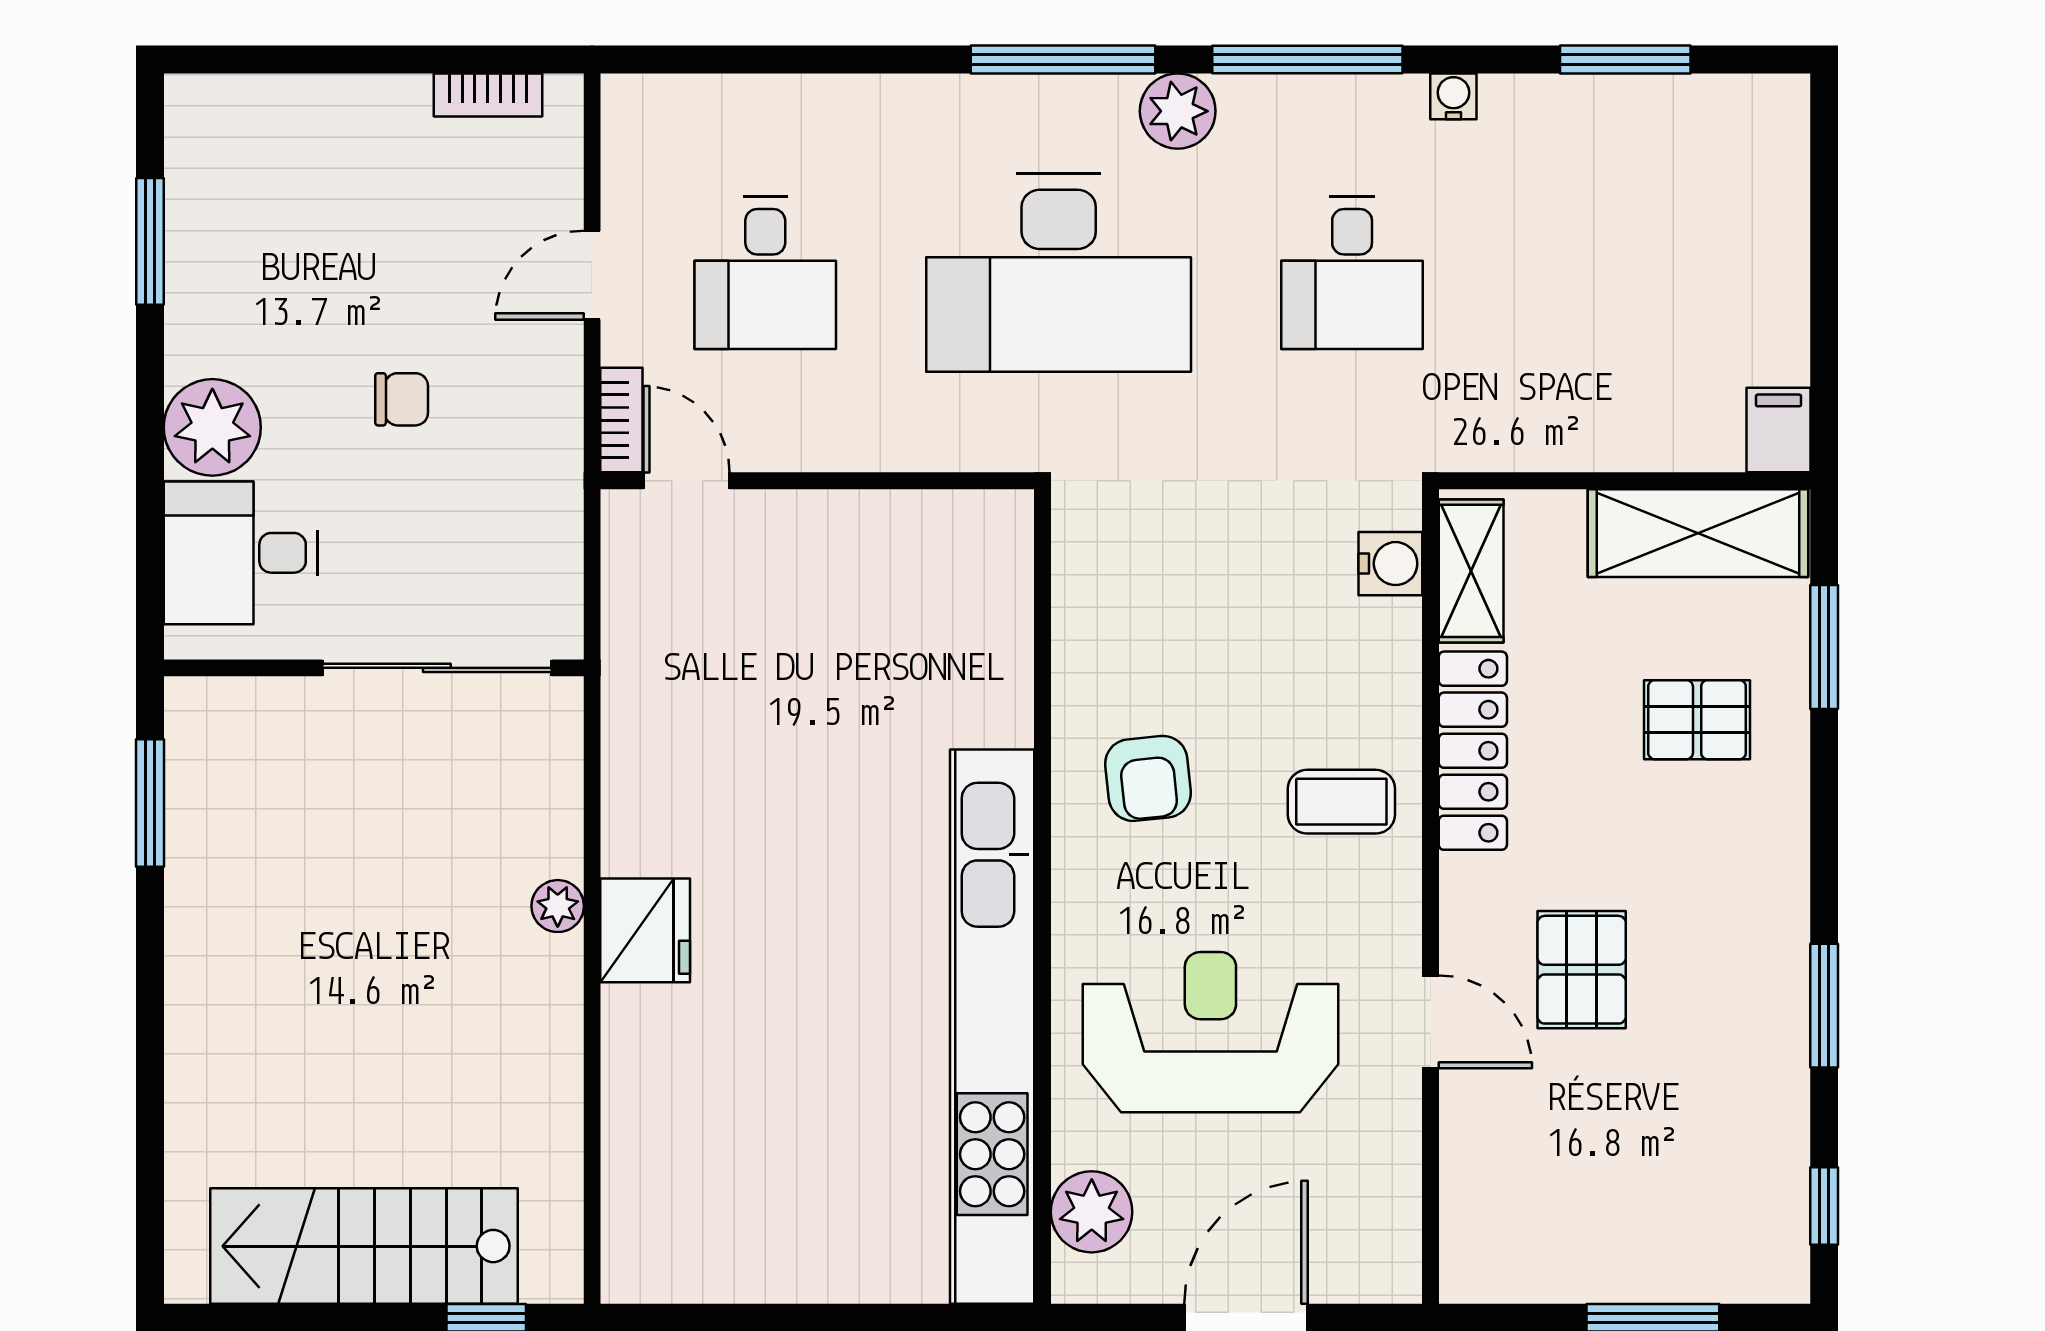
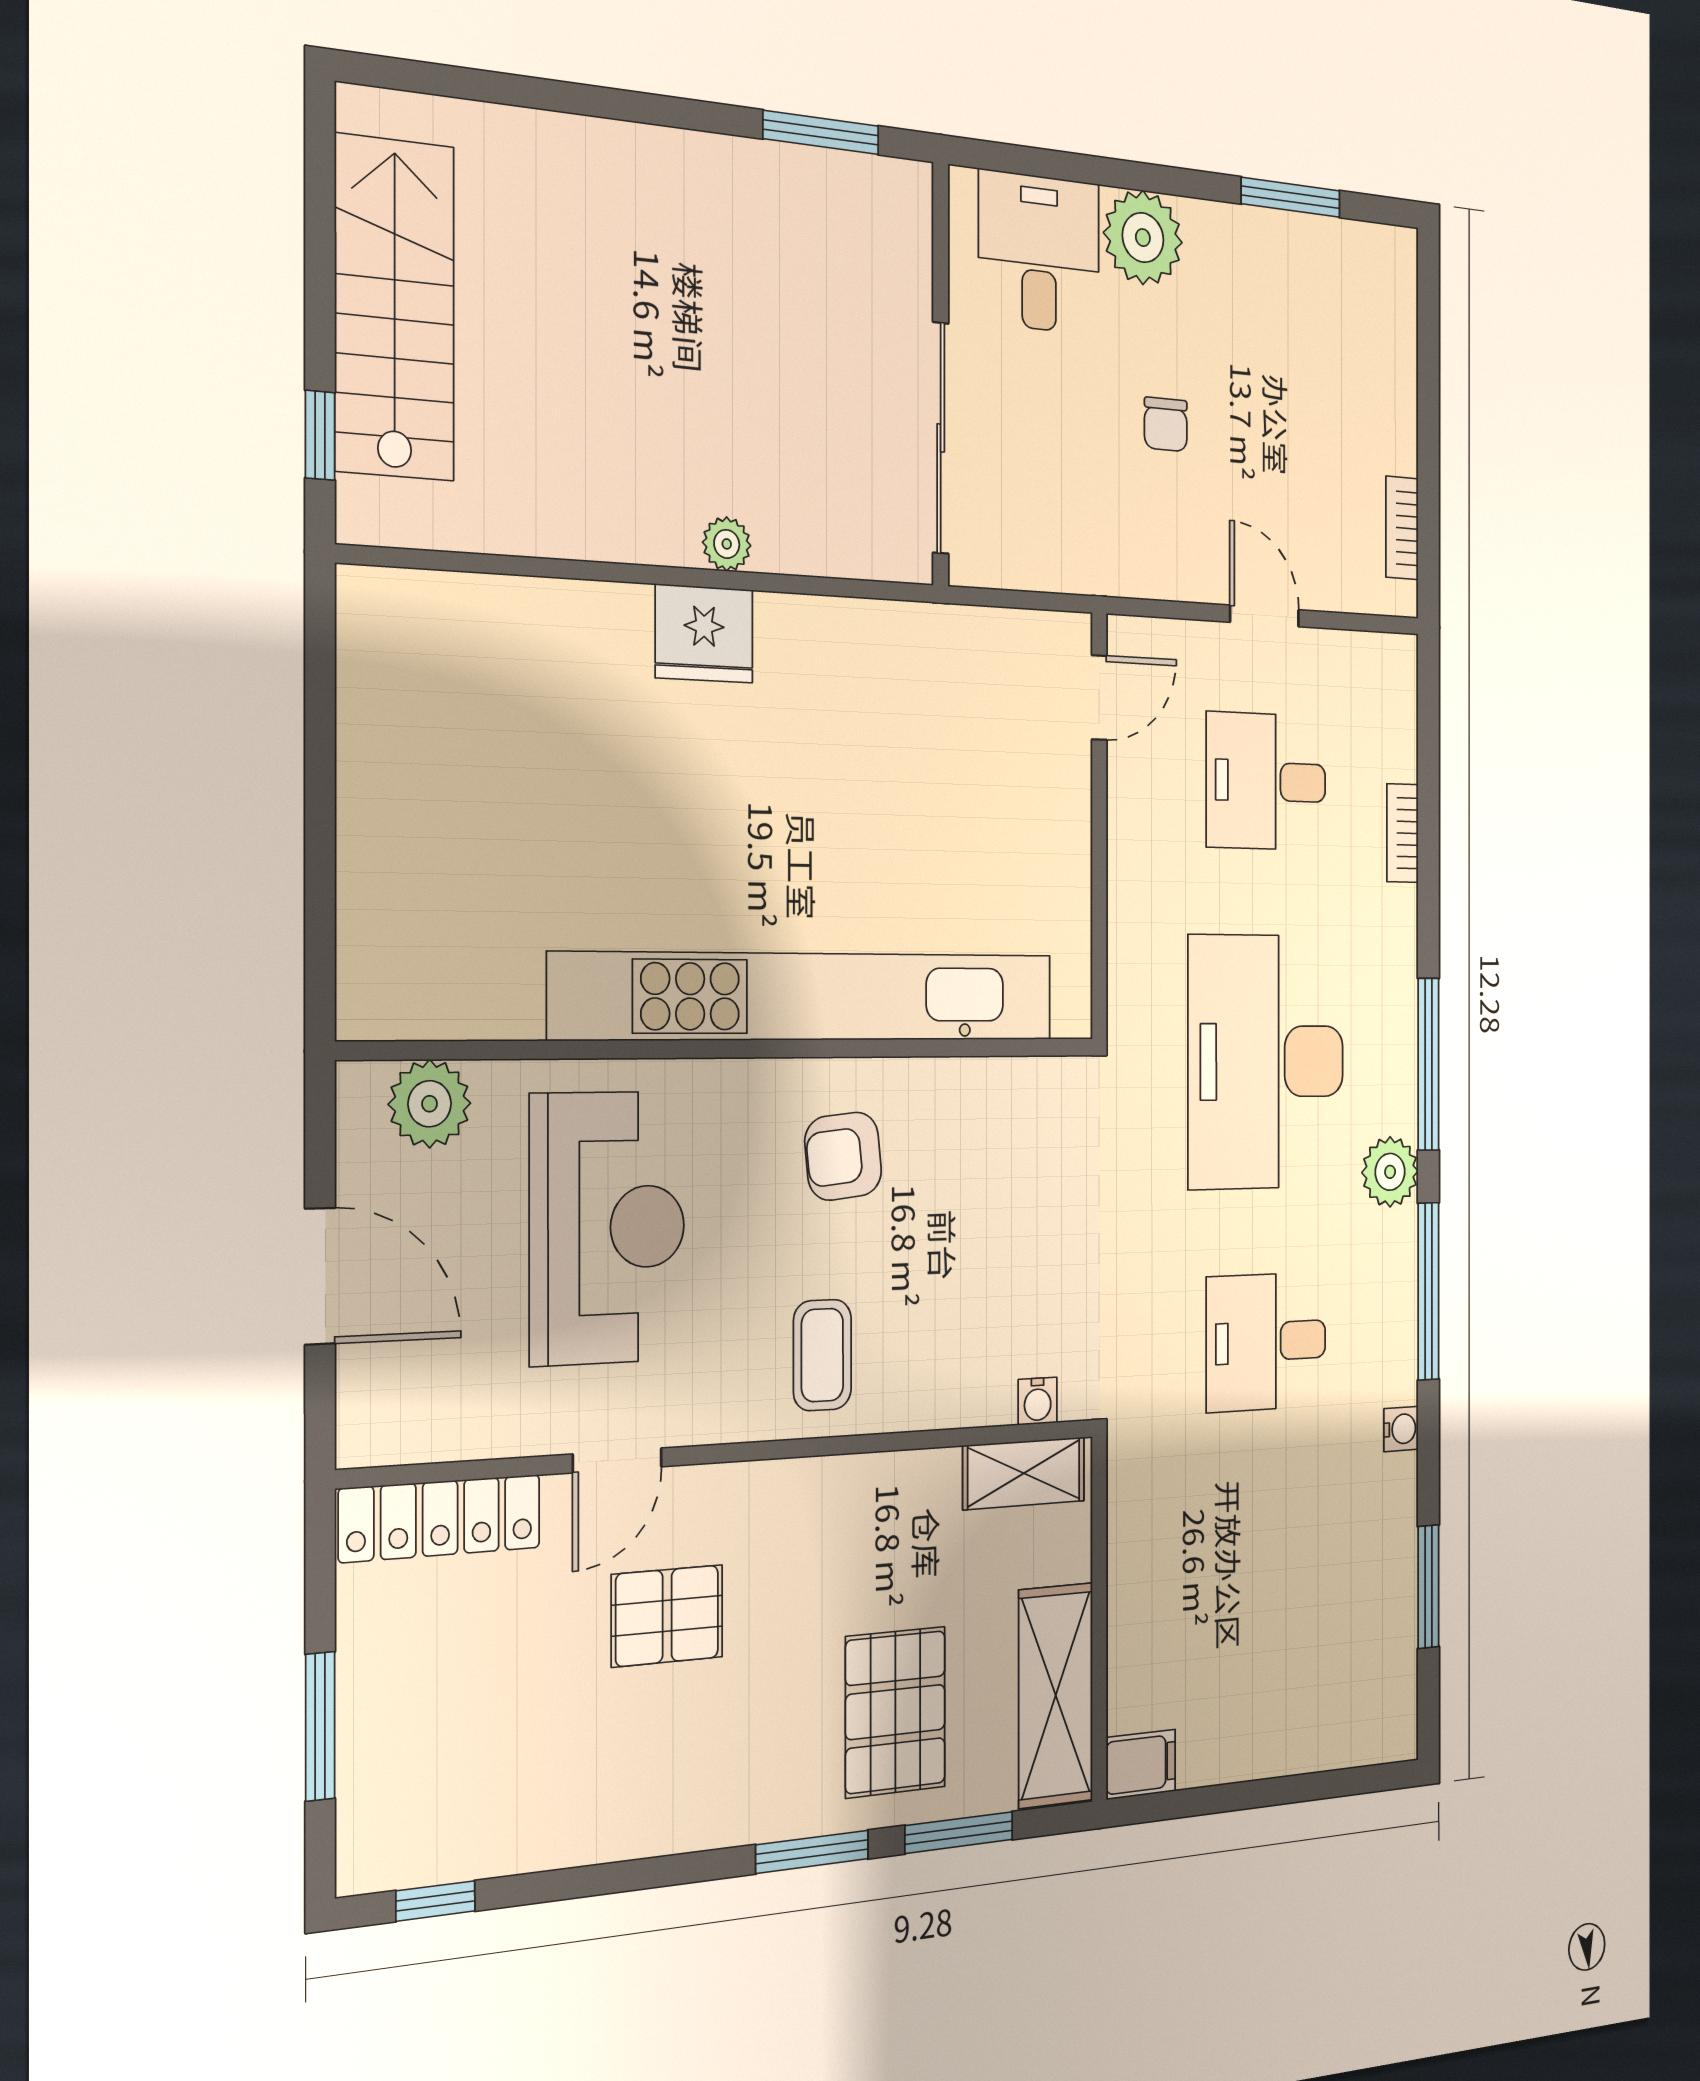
bookcase: (621, 420) -> (1403, 833), moved, turned 90
water cooler: (1390, 564) -> (1038, 1401), width x0.72, depth x0.72
pallet: (1697, 720) -> (895, 1712), width x1.50, depth x1.42
locker: (1473, 751) -> (440, 1518), moved
window: (1824, 1006) -> (812, 1852), moved
kitchen unit: (992, 1027) -> (808, 997), moved

